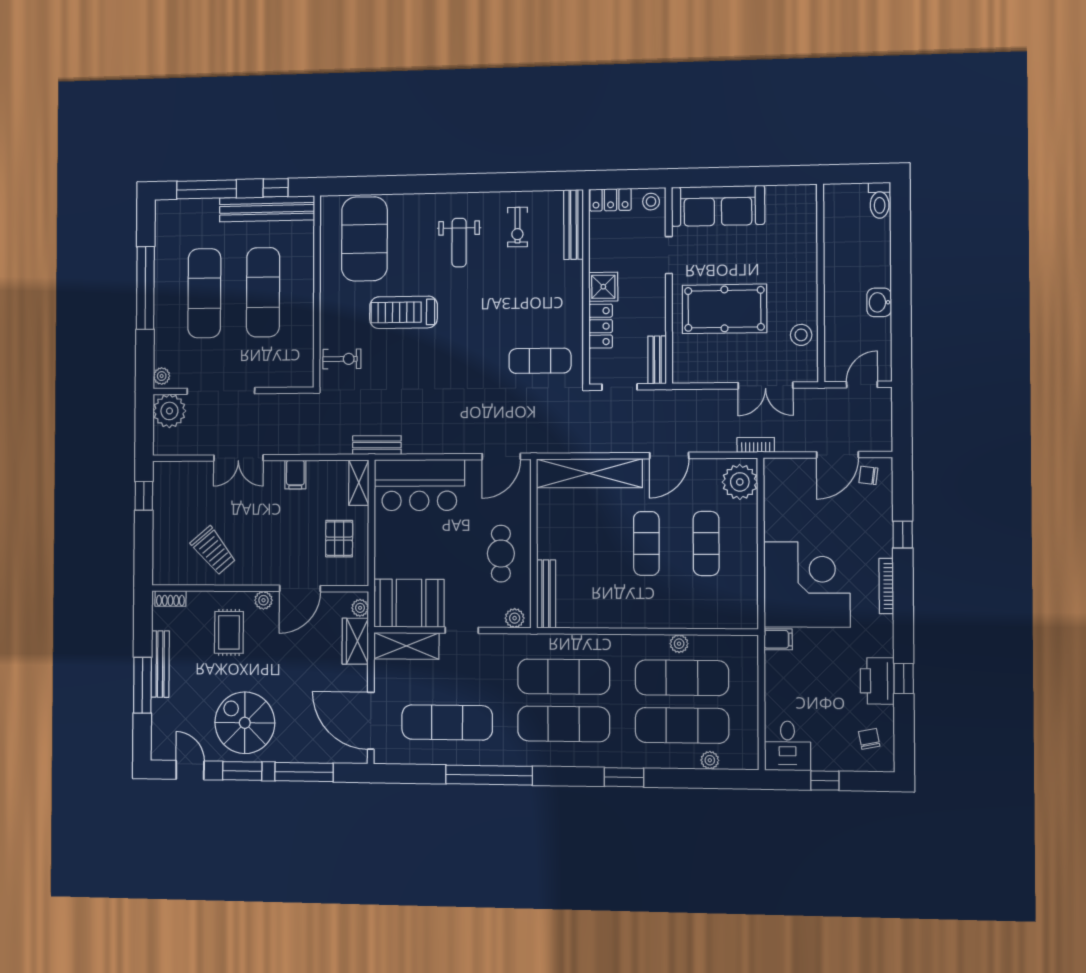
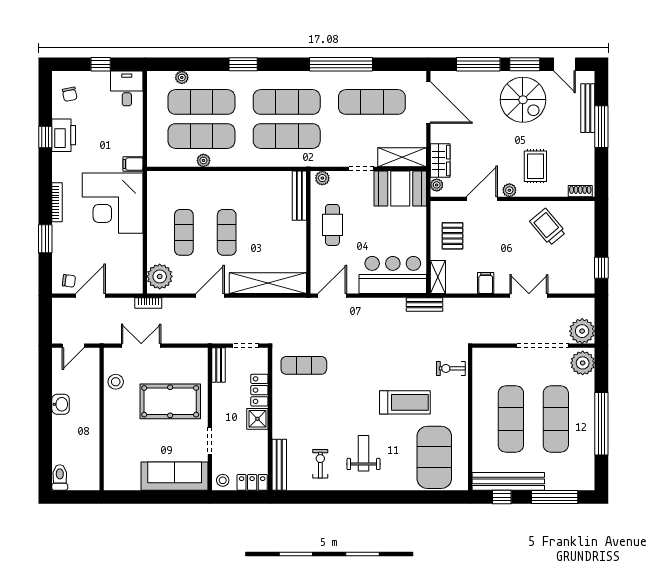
plant: (162, 376) -> (583, 363), width x1.87, depth x1.87
window: (903, 535) -> (45, 239), width x1.50
bench: (160, 664) -> (588, 108), moved

